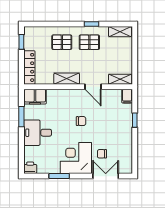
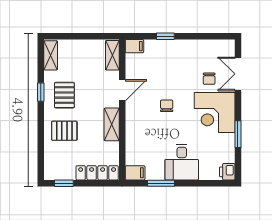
pallet: (62, 42) -> (64, 131), turned 90
filing cabinet: (35, 97) -> (135, 173), width x0.50

